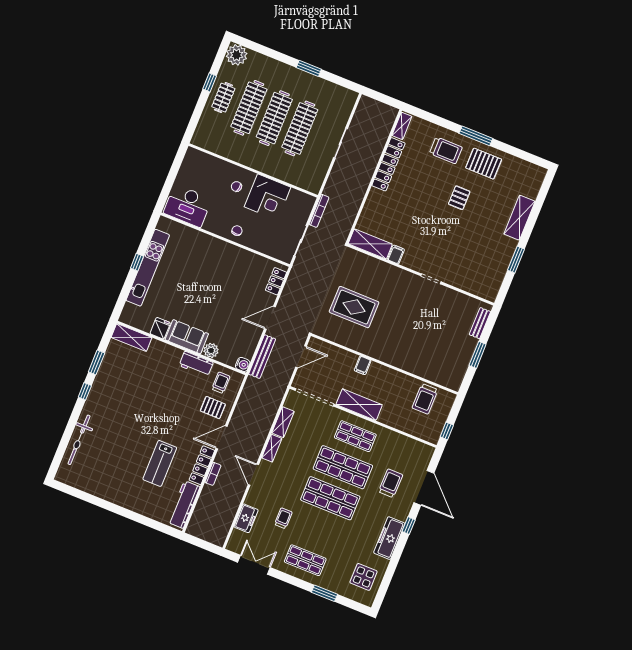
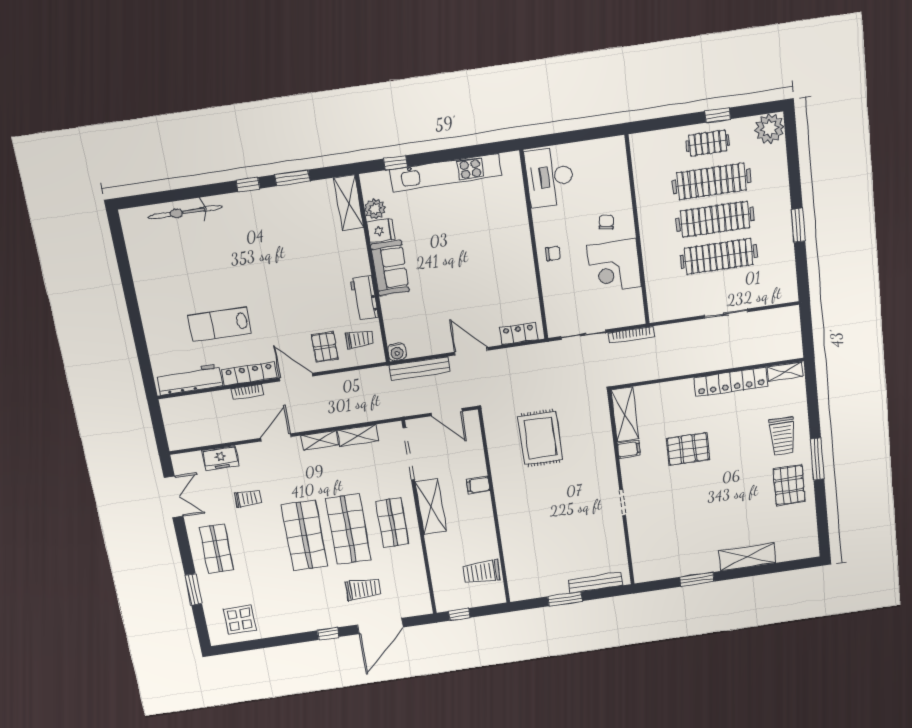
pallet: (459, 198) -> (688, 449), moved, width x1.50, depth x1.42
window: (137, 262) -> (395, 163), moved
bench: (480, 323) -> (595, 583), width x1.36
plant: (211, 350) -> (375, 209), moved
freezer: (389, 538) -> (301, 622), removed

